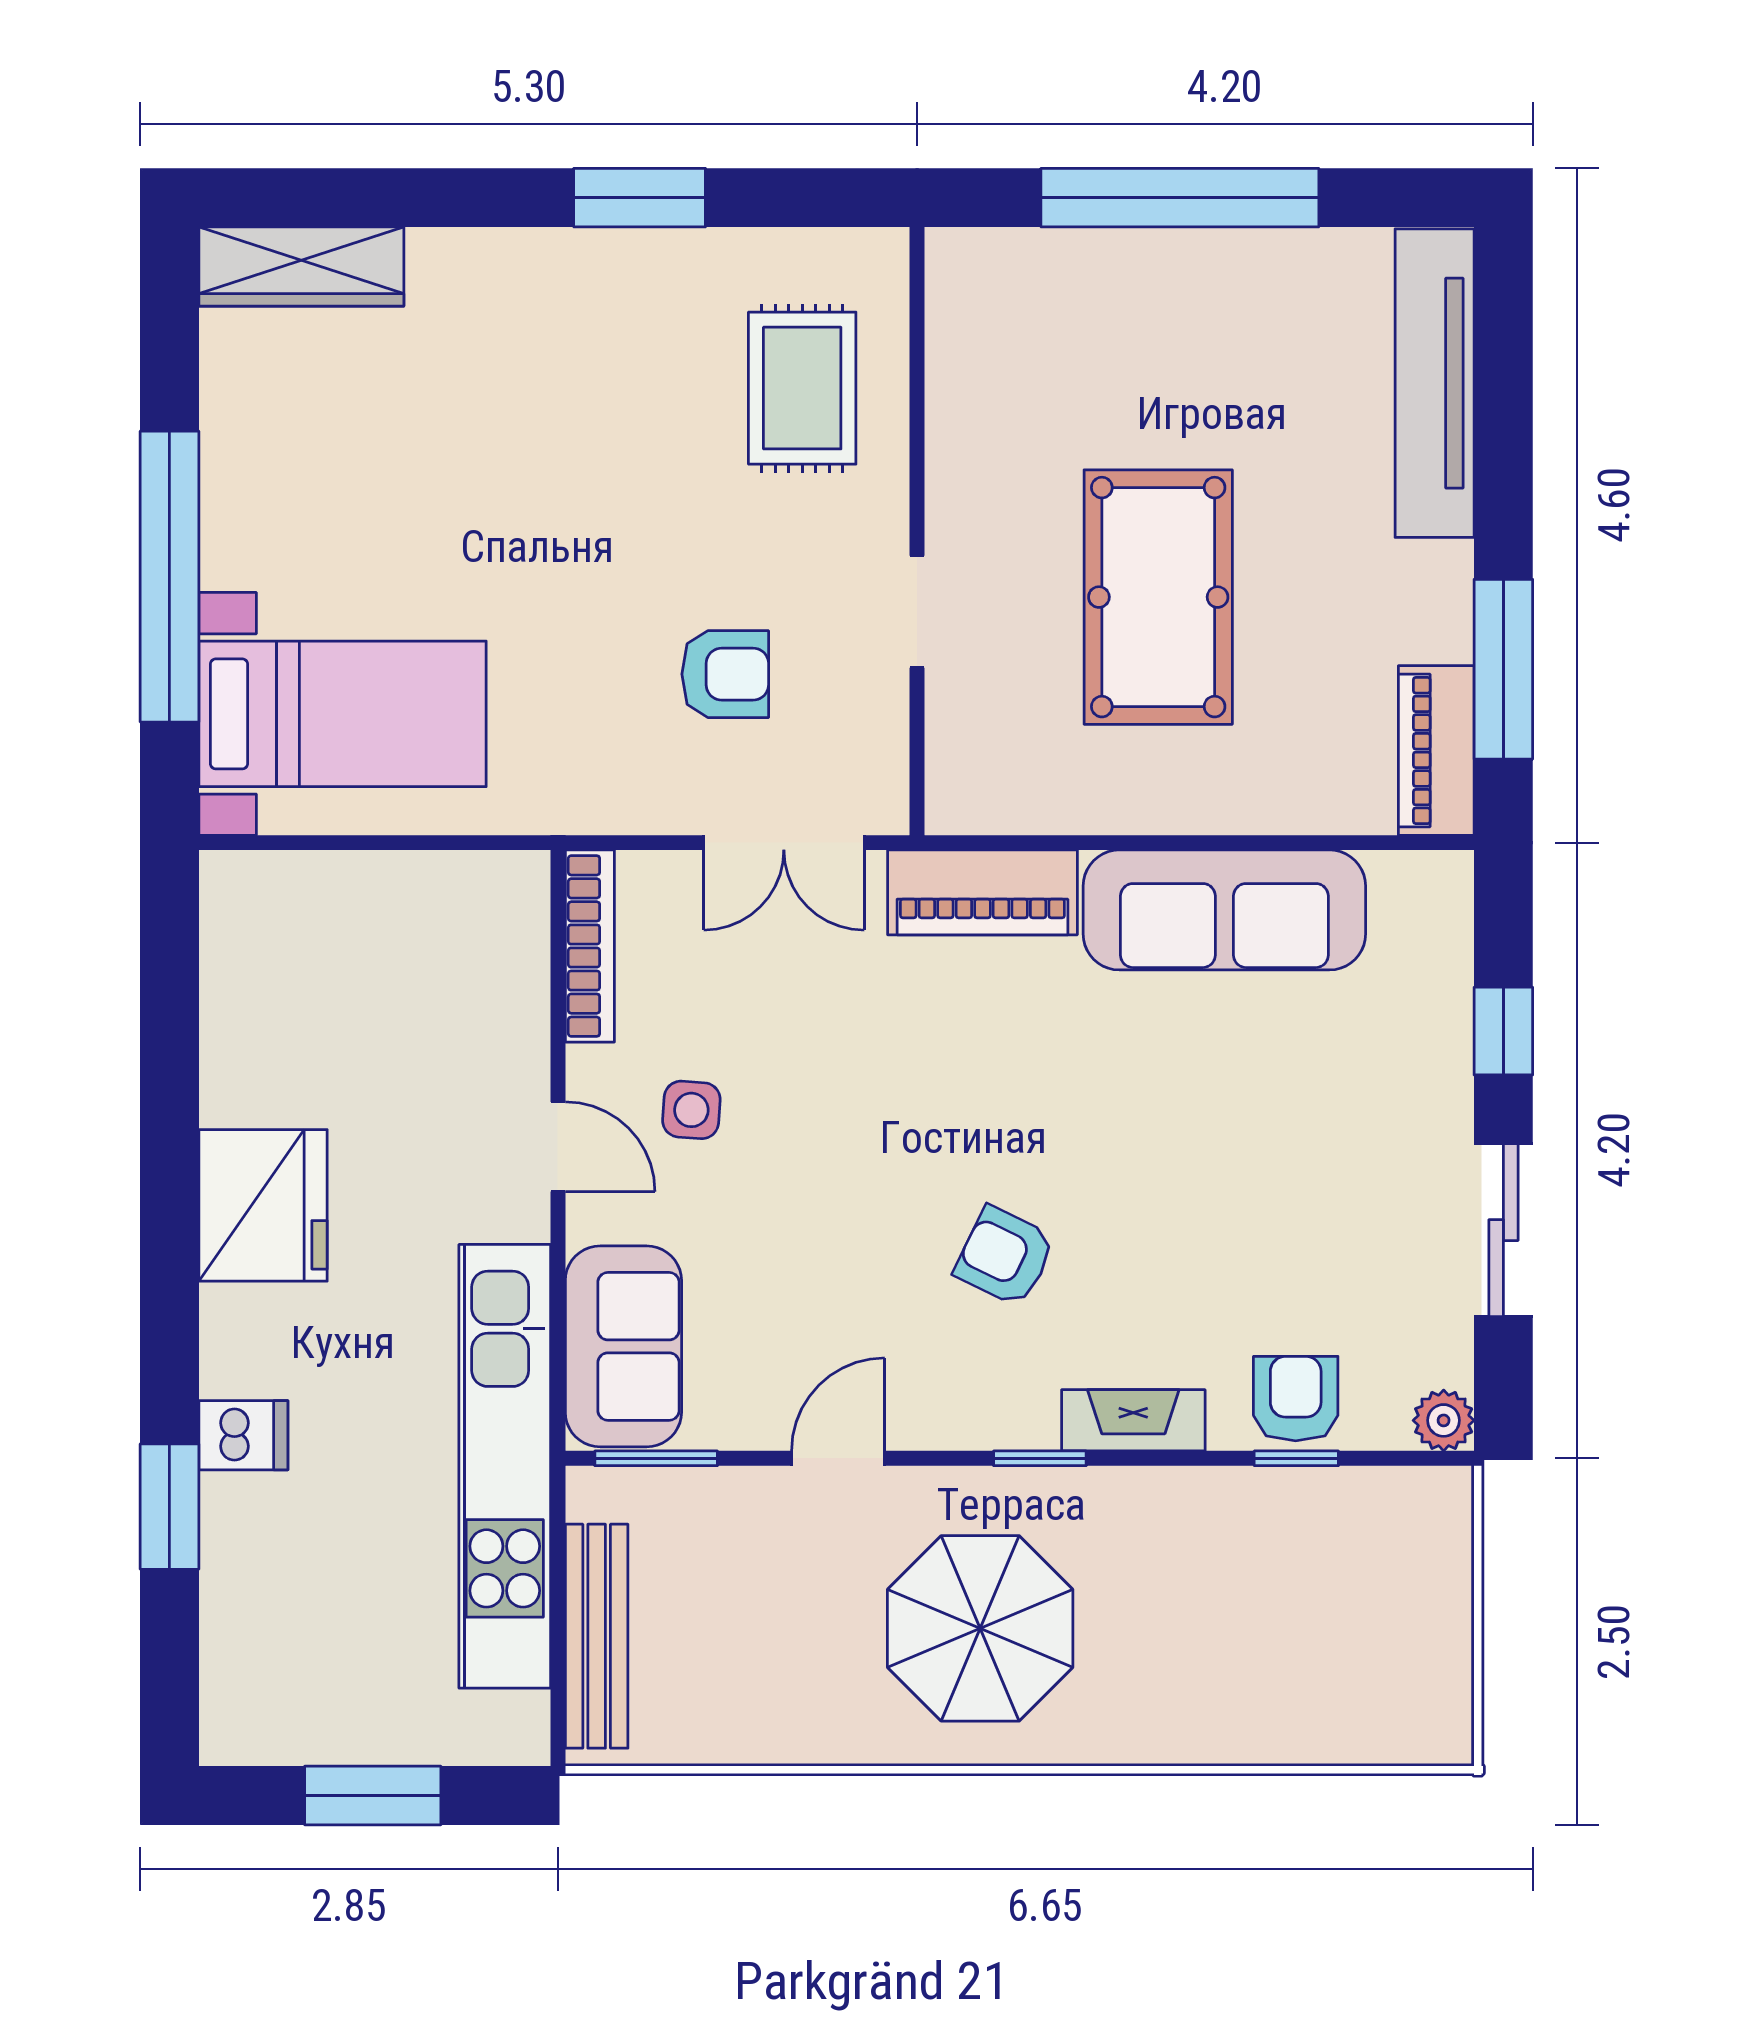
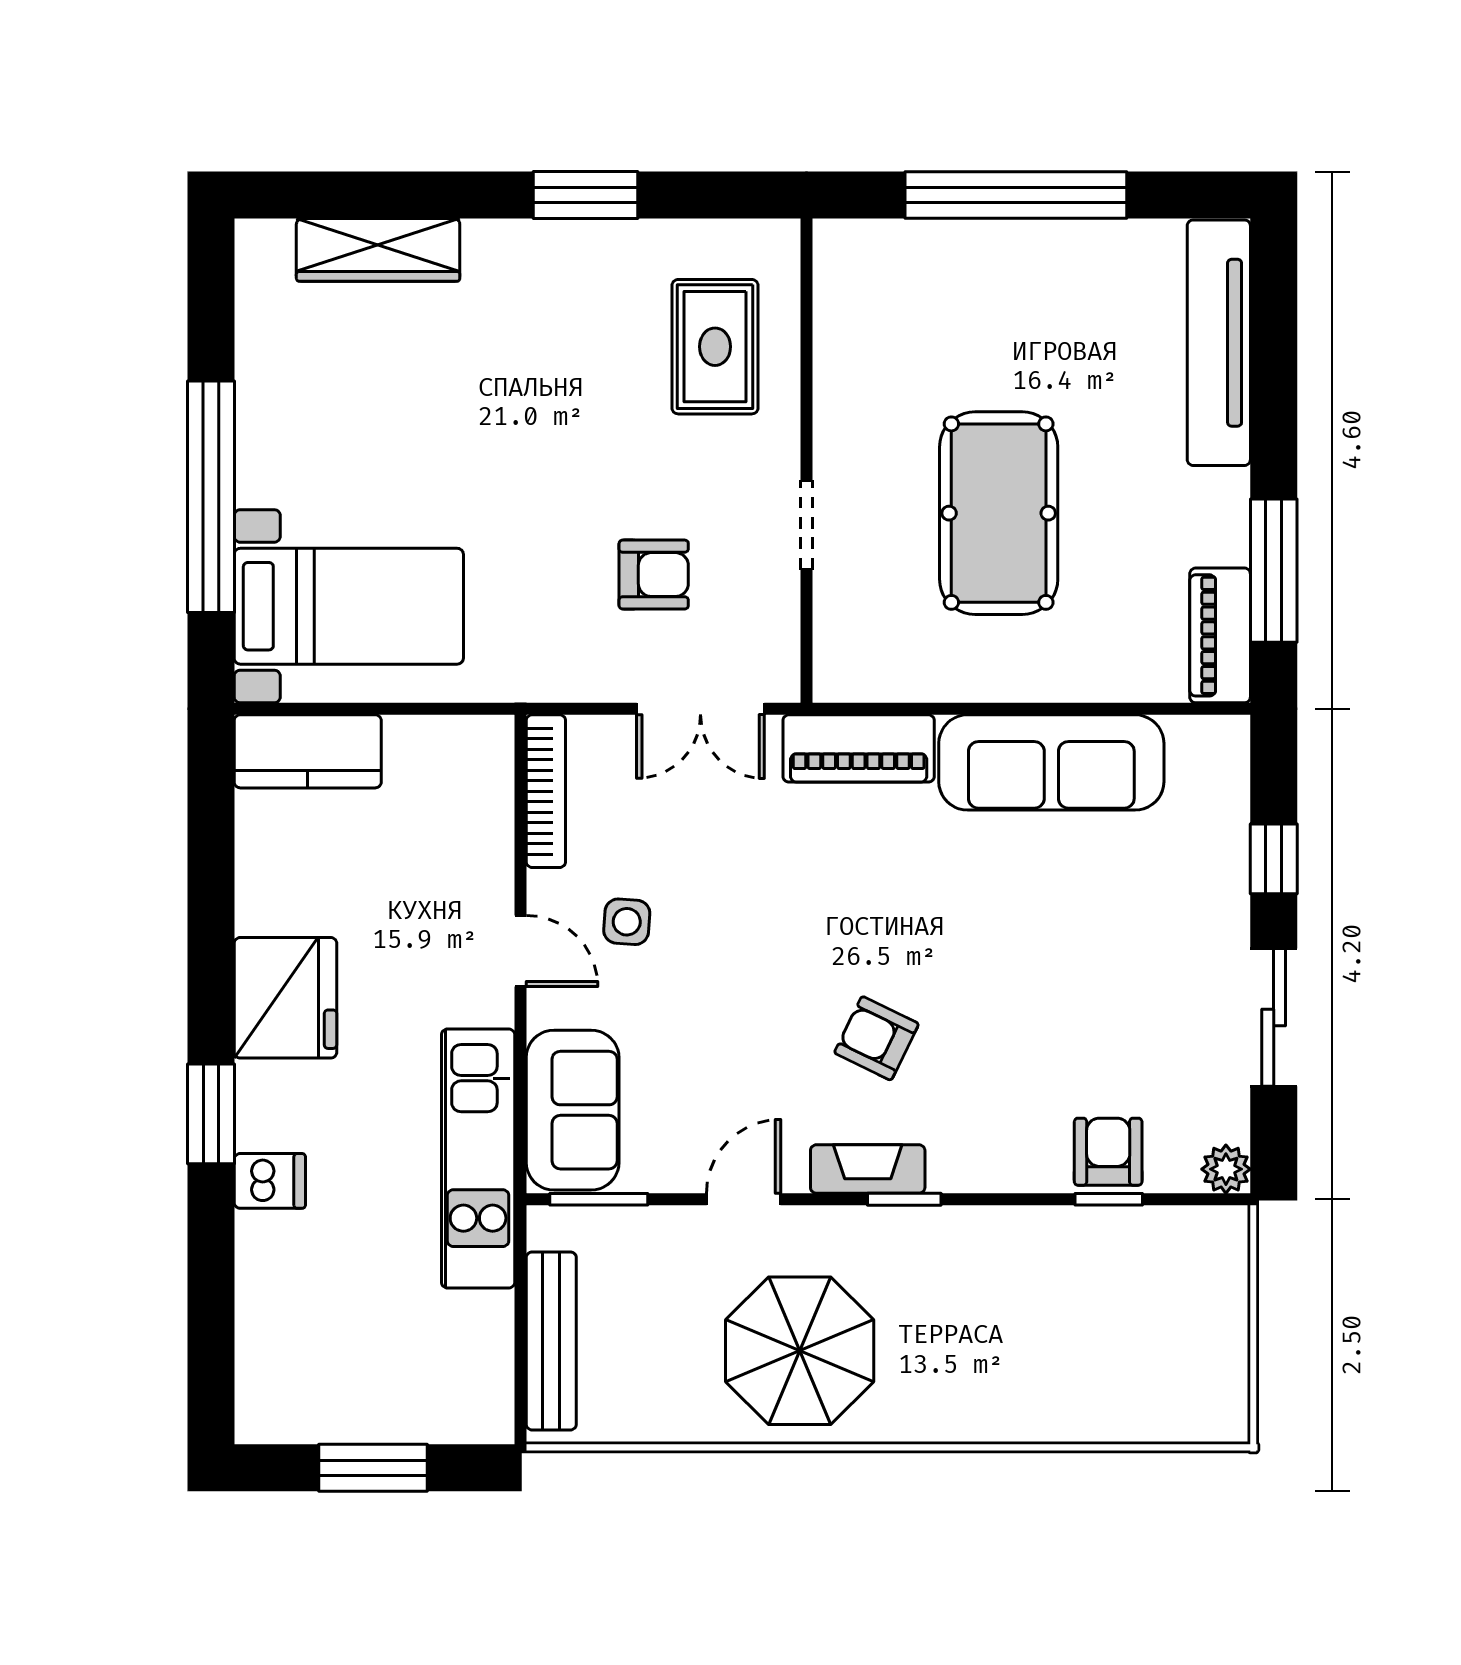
wardrobe: (301, 267) -> (378, 250), moved
kitchen counter: (291, 896) -> (308, 751), added
fireplace: (1133, 1420) -> (868, 1169), moved
kitchen unit: (505, 1466) -> (478, 1159), width x0.73
window: (169, 1507) -> (211, 1114), moved
parasol: (980, 1628) -> (800, 1351), moved

